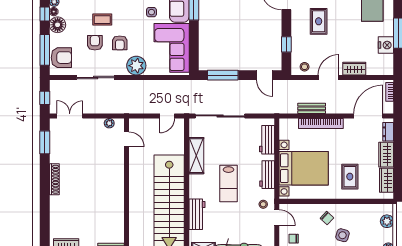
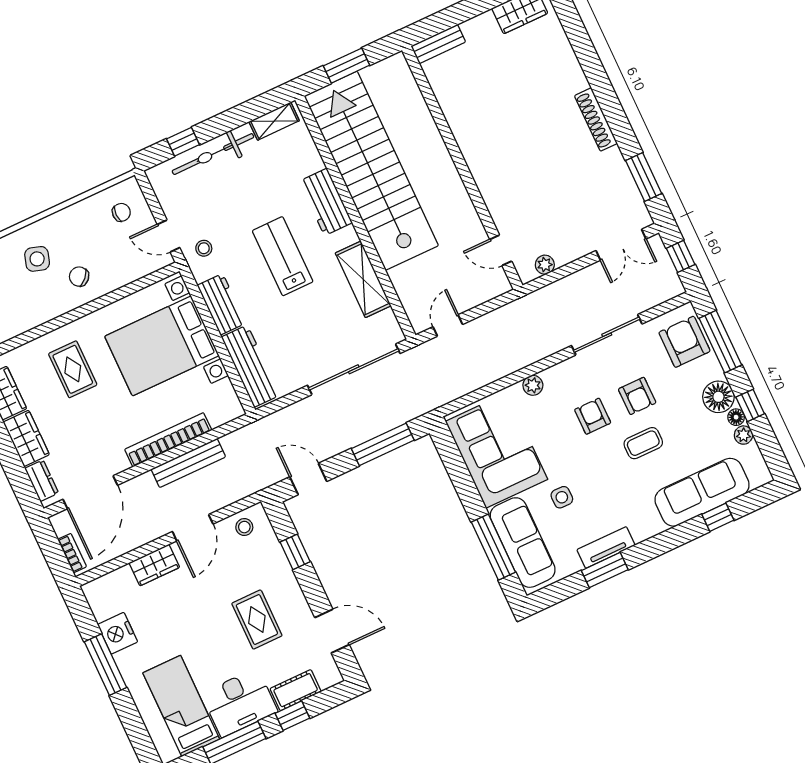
armchair: (61, 58) -> (684, 342), turned 90
plant: (136, 66) -> (533, 385), width x0.53, depth x0.53
bench: (312, 108) -> (188, 463), width x1.36
workbench: (267, 140) -> (251, 366), width x1.38
workbench: (197, 214) -> (326, 202), moved

